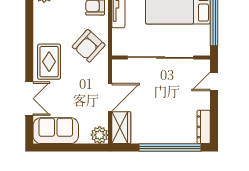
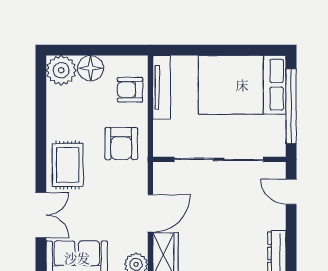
armchair: (89, 46) -> (121, 144), turned -42
door: (214, 81) -> (291, 192), hinge flipped

